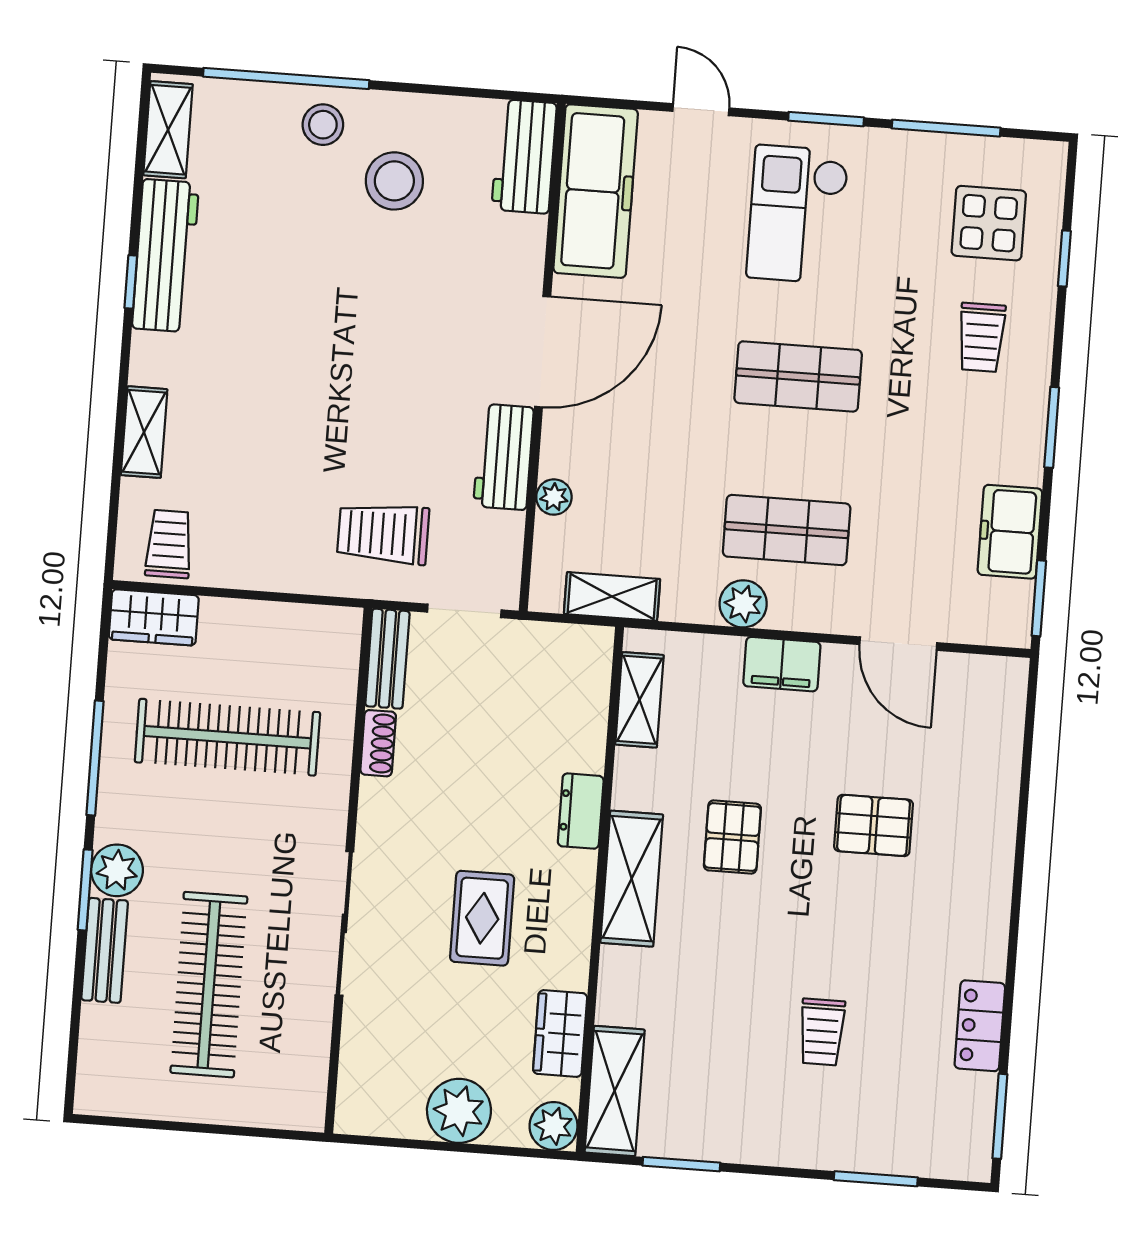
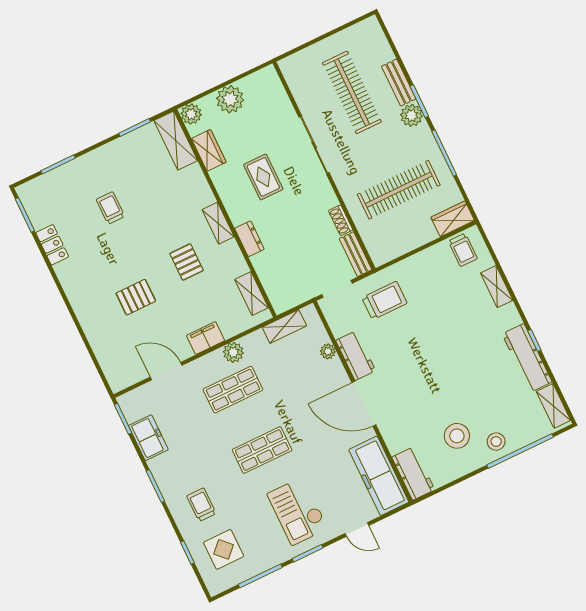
checkout: (798, 214) -> (298, 511), turned 180
door: (543, 352) -> (364, 404), hinge flipped
shelving: (632, 879) -> (218, 223), width x0.67, depth x0.75

